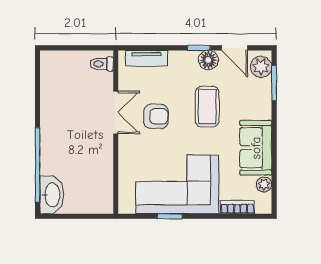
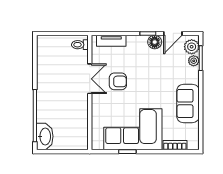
door: (234, 48) -> (173, 33), hinge flipped
coffee table: (207, 107) -> (154, 75), removed
plant: (264, 184) -> (194, 61), moved

